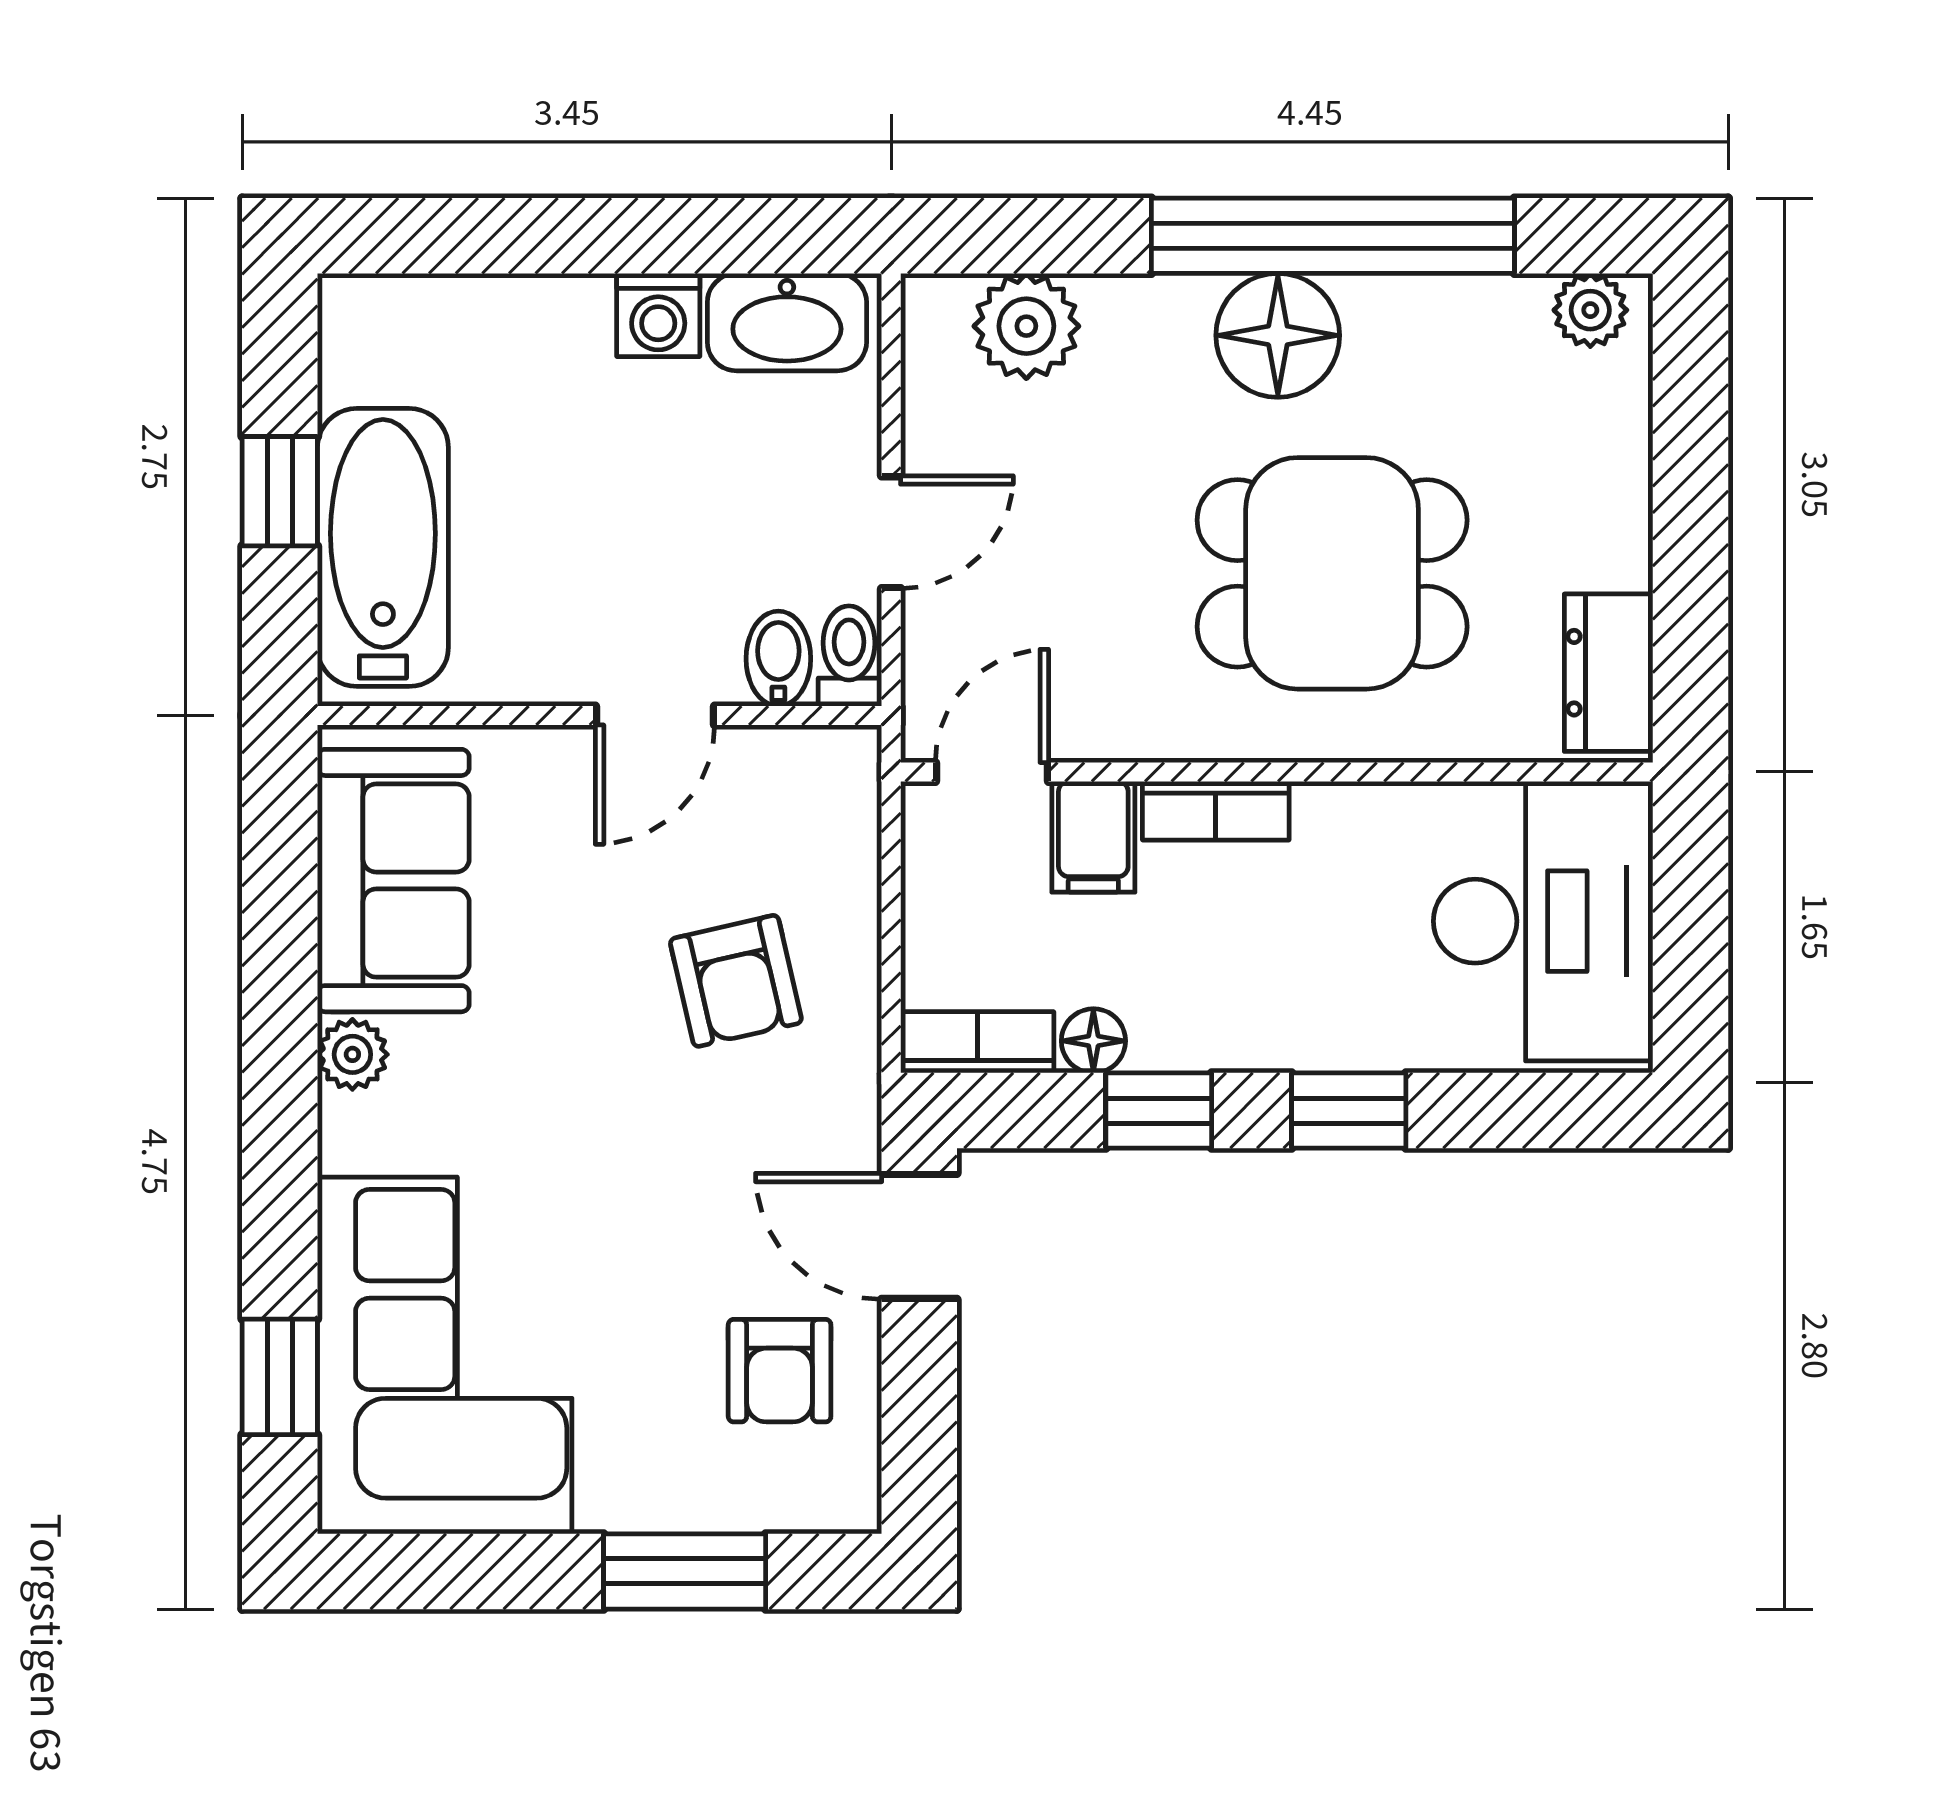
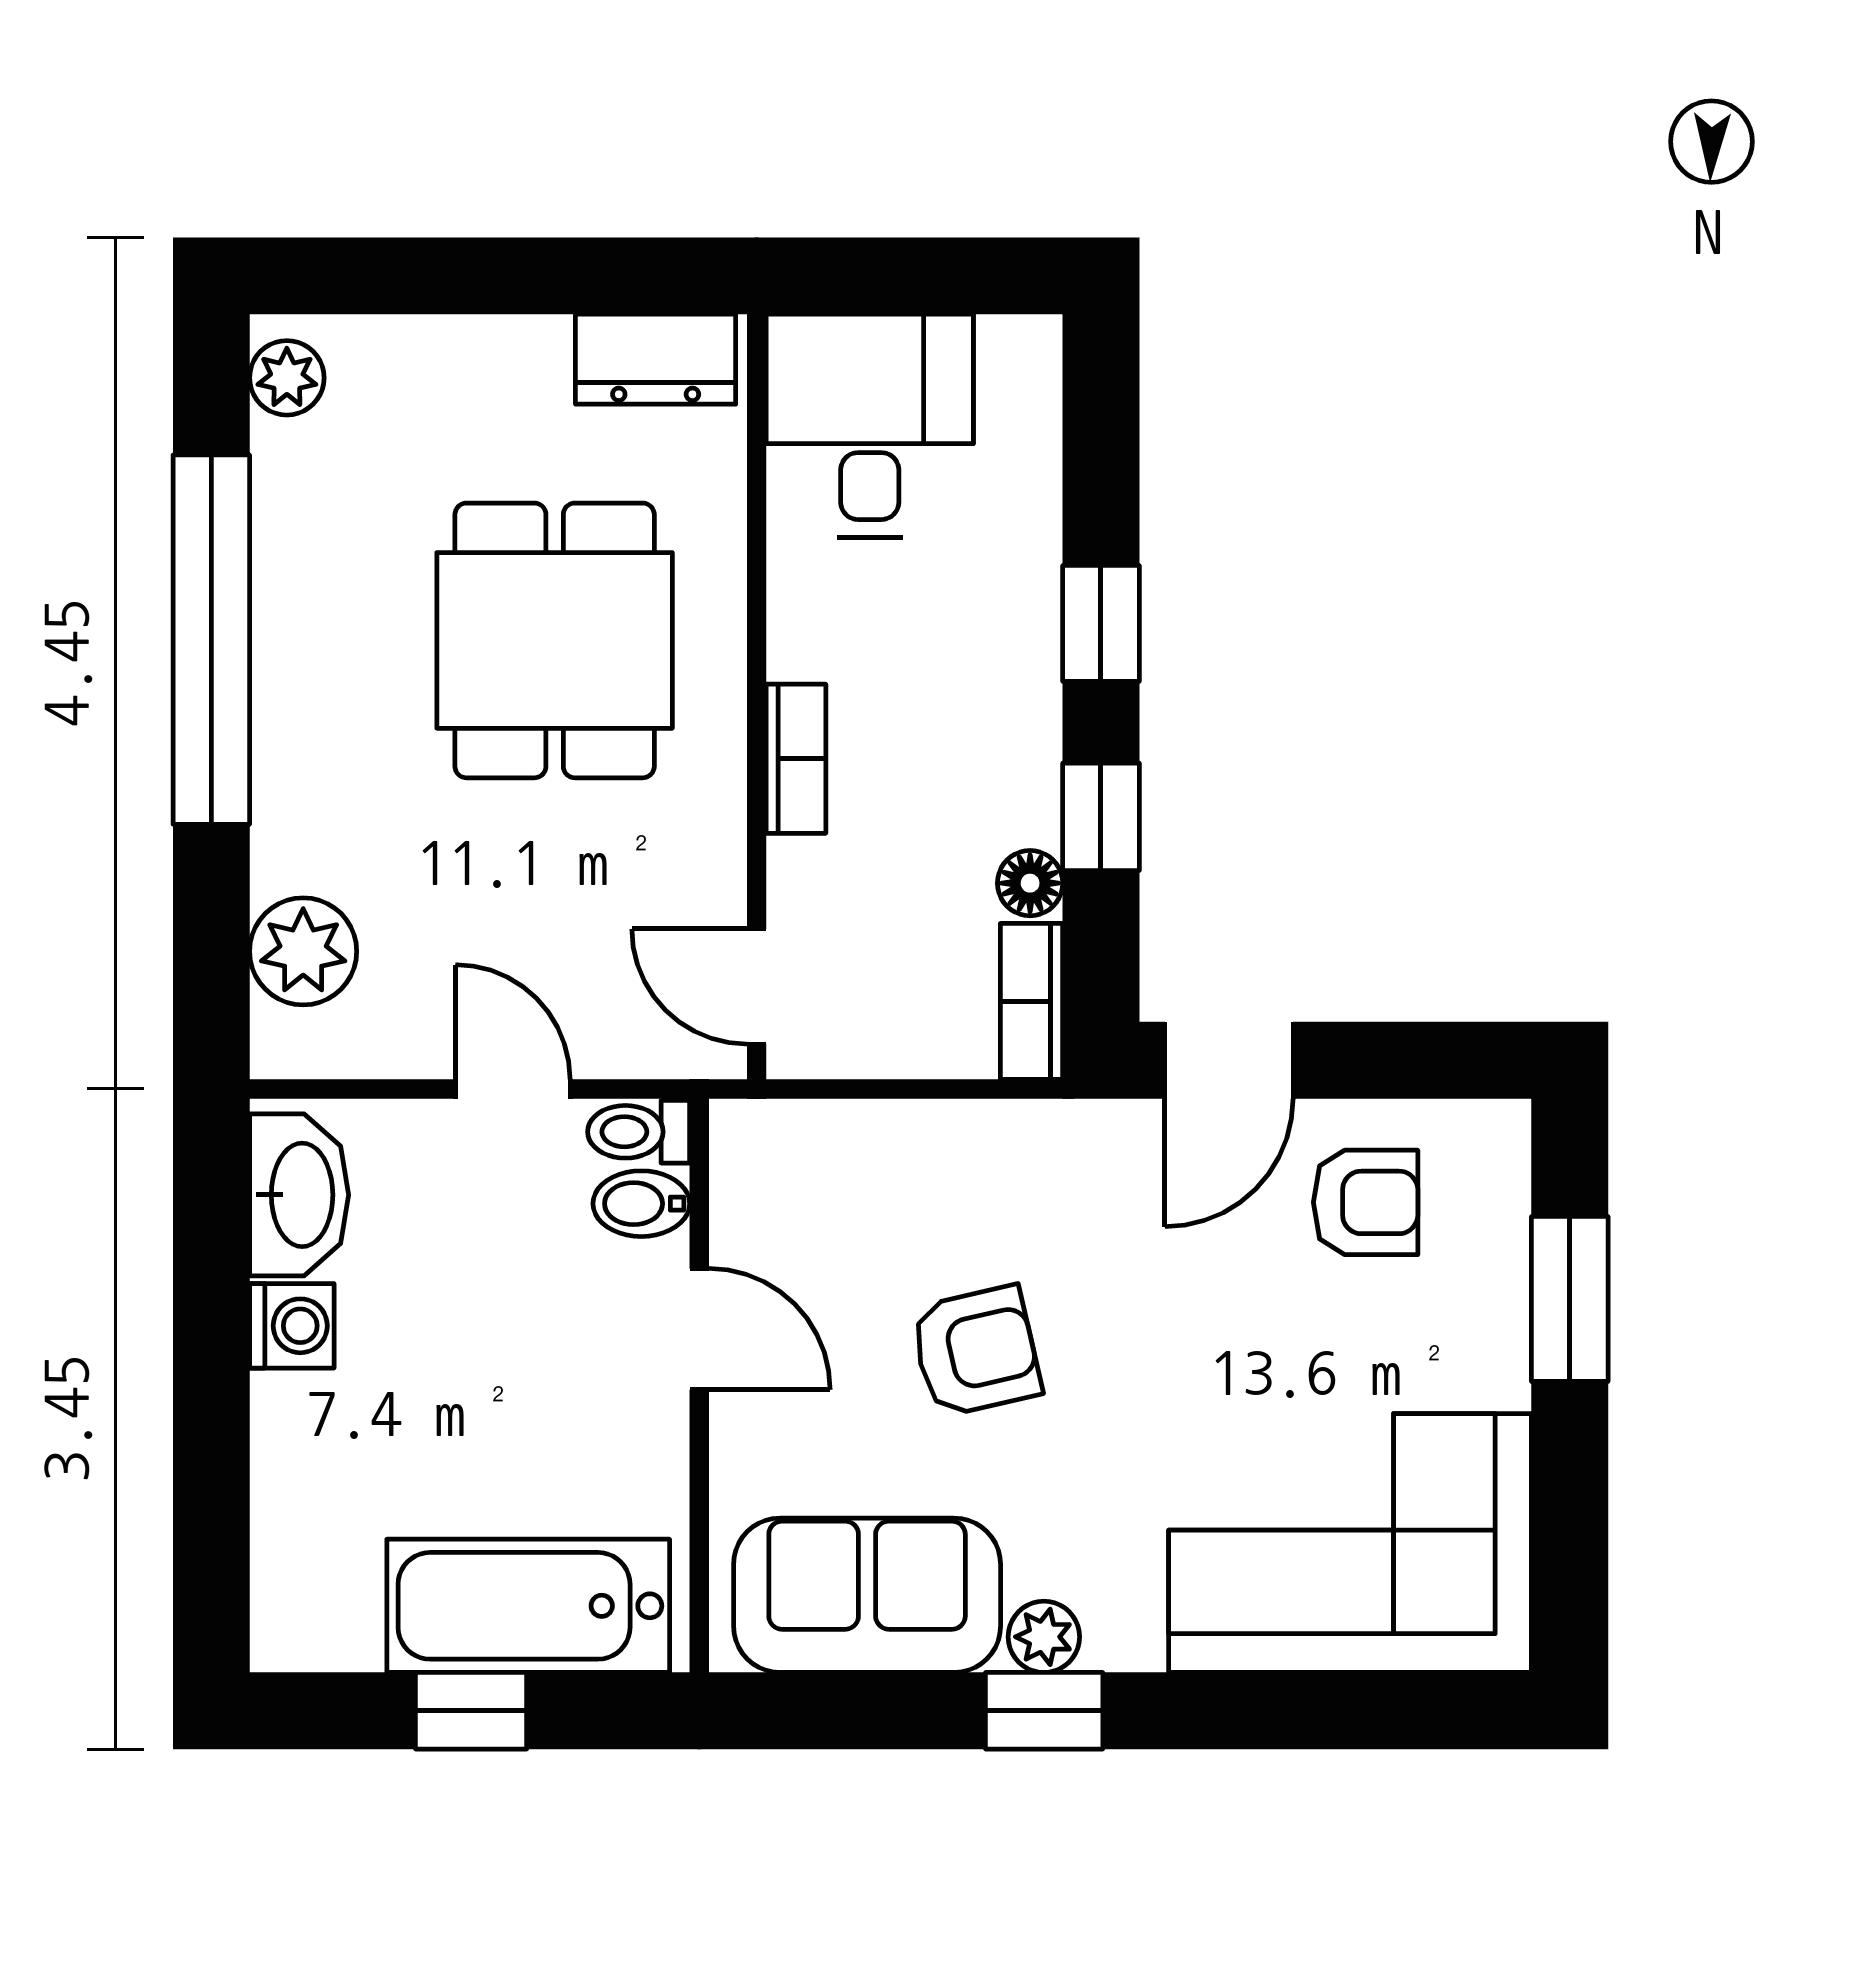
floor lamp: (1278, 335) -> (313, 696), removed
filing cabinet: (1093, 837) -> (823, 883), removed
desk: (1543, 921) -> (870, 426), width x0.73
armchair: (736, 981) -> (976, 1351), moved
window: (280, 1377) -> (1044, 1711), moved

